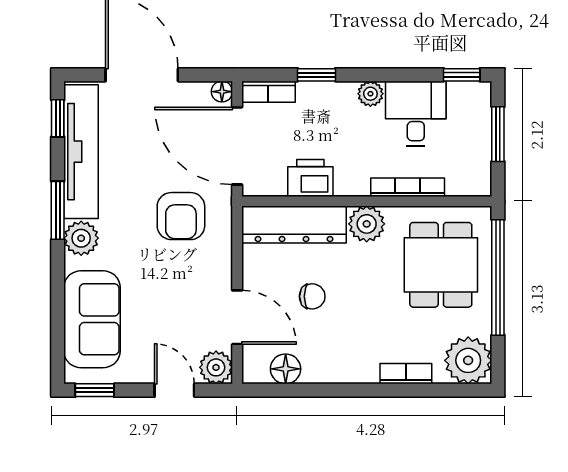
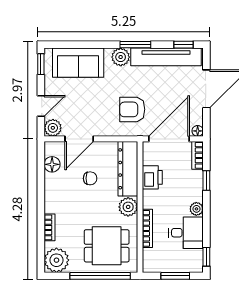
chair: (312, 296) -> (90, 178), turned -90

